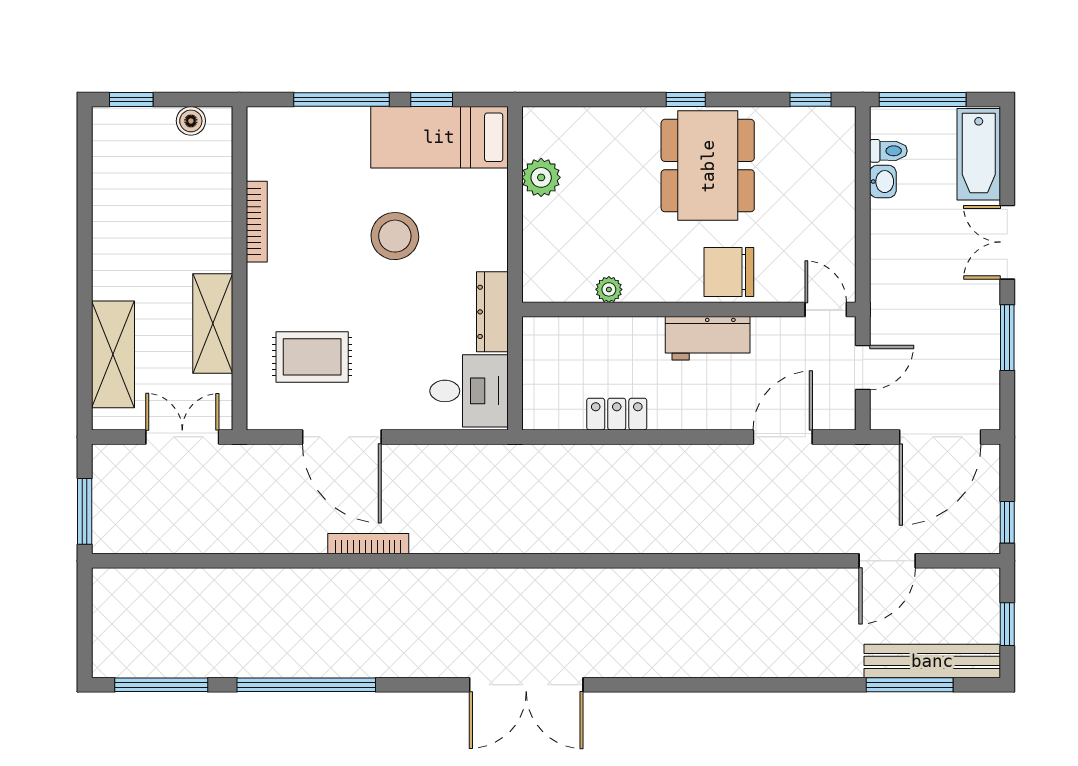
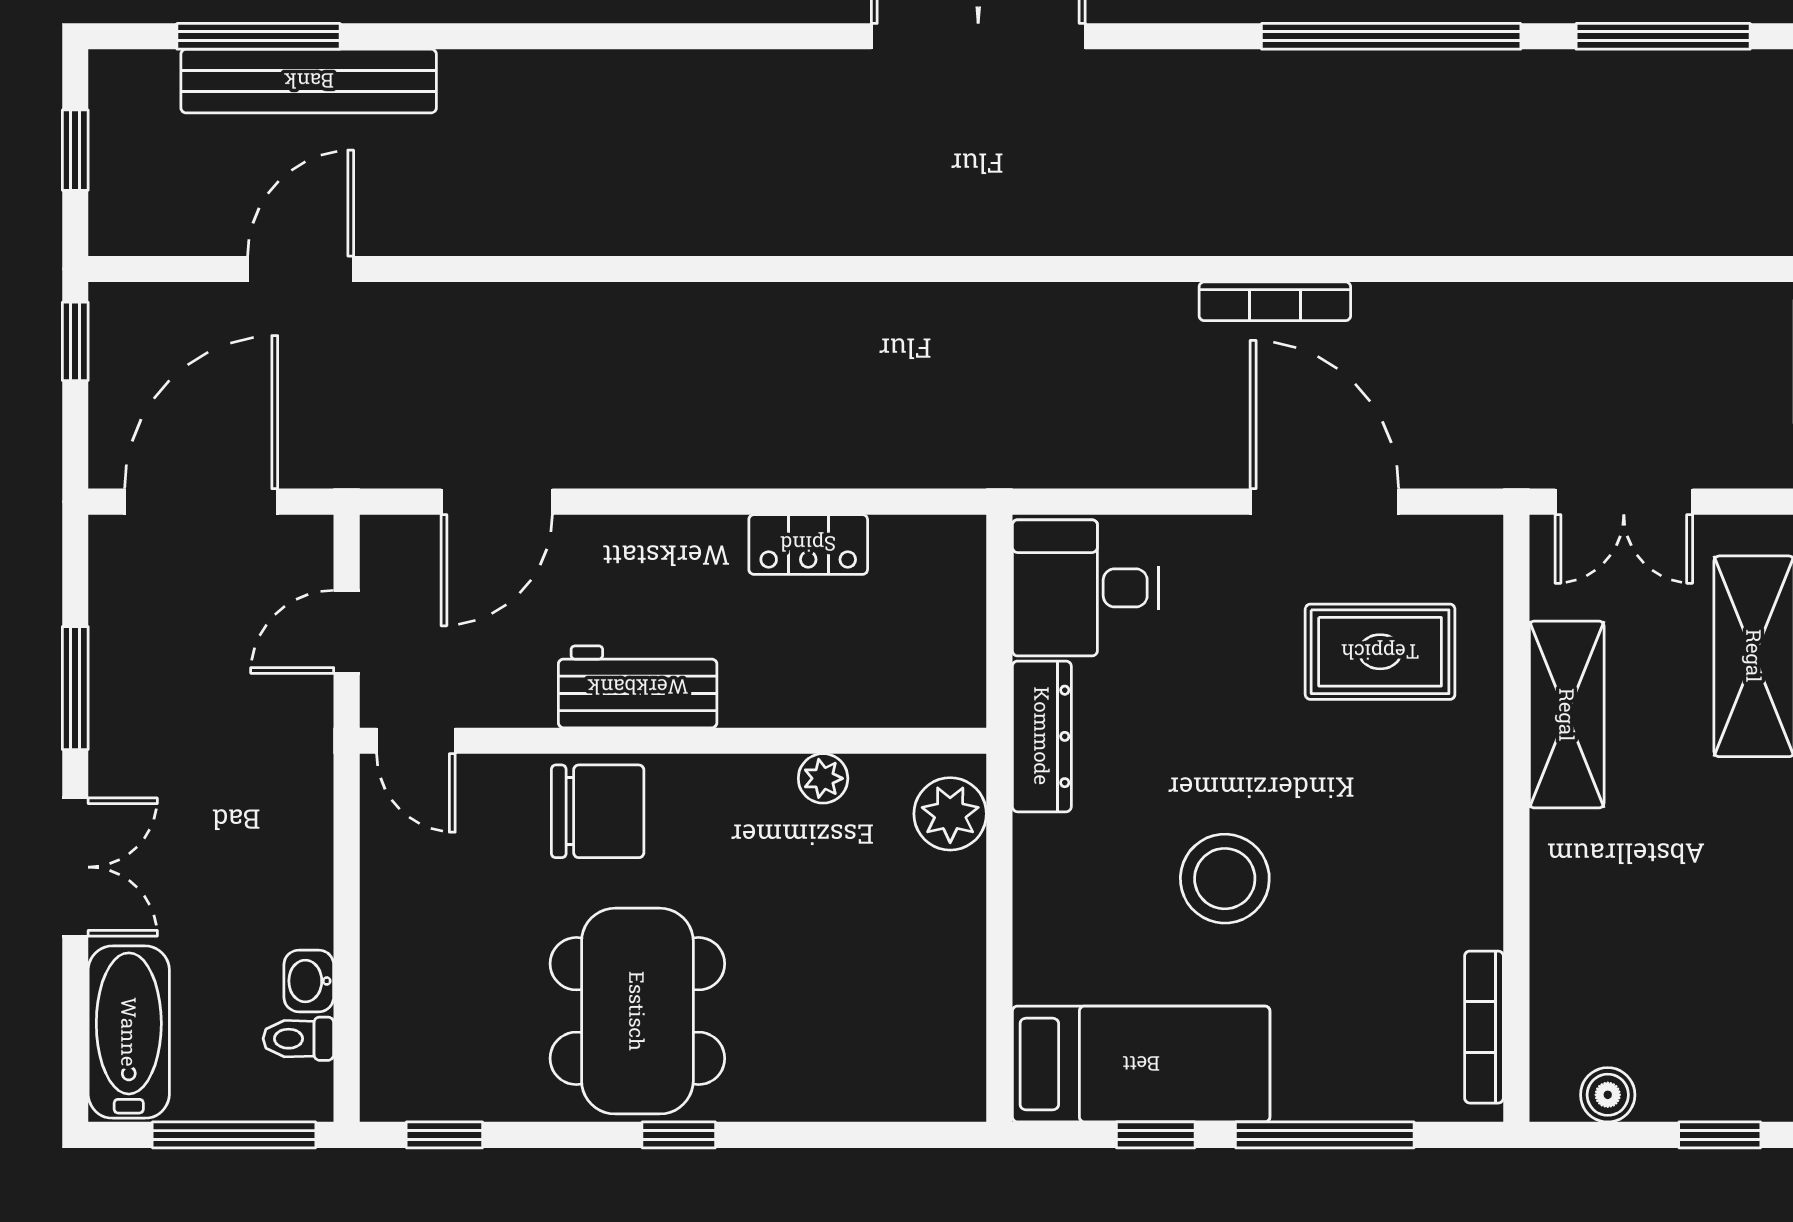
plant: (541, 177) -> (950, 814), moved
bookcase: (257, 222) -> (1484, 1027), moved
bench: (932, 661) -> (309, 81), moved

